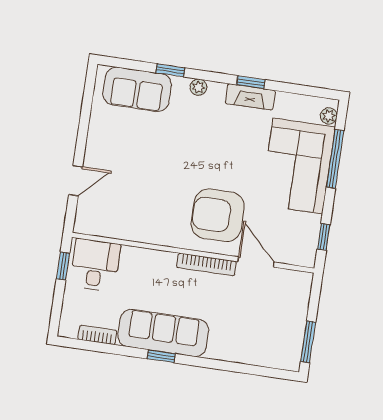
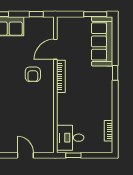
armchair: (218, 215) -> (33, 74), width x0.53, depth x0.53
sofa: (163, 333) -> (102, 41), moved
window: (161, 356) -> (115, 73), moved

